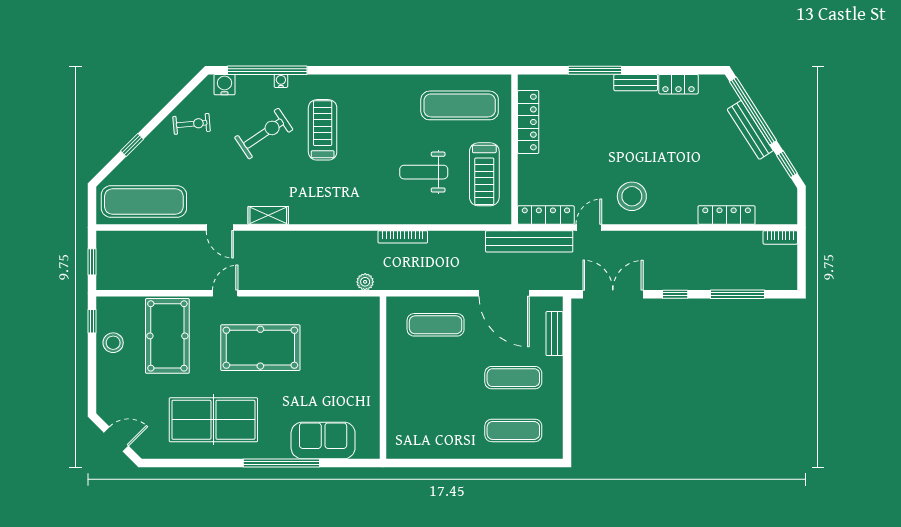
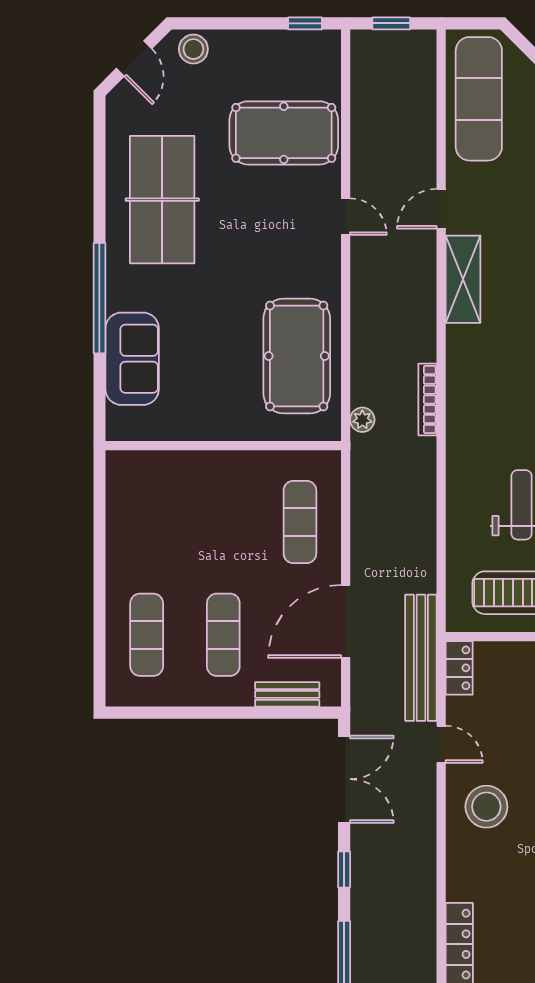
shelving: (268, 215) -> (463, 279), width x1.50, depth x1.33
locker: (546, 215) -> (459, 668), width x0.66
bookcase: (403, 237) -> (427, 399), moved
stool: (113, 343) -> (193, 49), moved
pool table: (260, 348) -> (297, 356), moved

